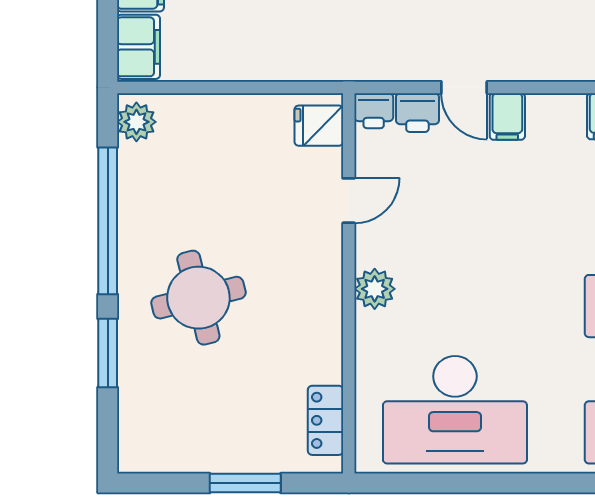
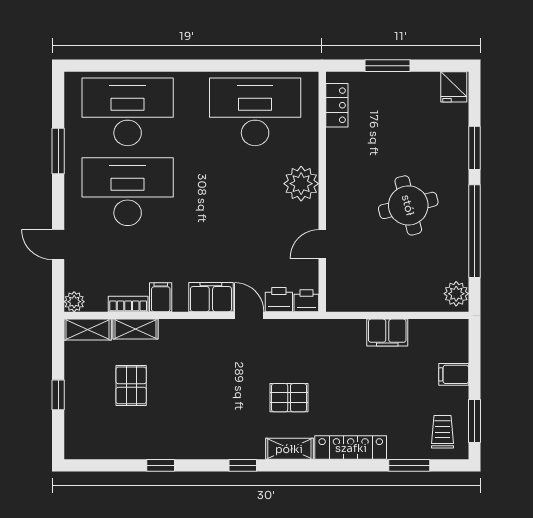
filing cabinet: (138, 47) -> (387, 333), moved, turned -90
filing cabinet: (507, 117) -> (211, 297), width x2.00
fridge: (319, 126) -> (454, 87), moved, turned 90
plant: (375, 289) -> (301, 184), width x1.36, depth x1.36
round table: (198, 298) -> (408, 205), moved

